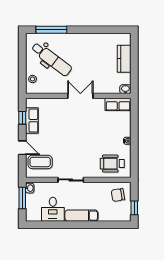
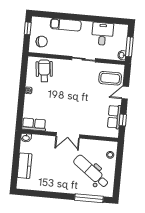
door: (22, 148) -> (125, 93), hinge flipped
wheelchair: (112, 164) -> (44, 71), turned -96
exam couch: (81, 216) -> (66, 25), moved

